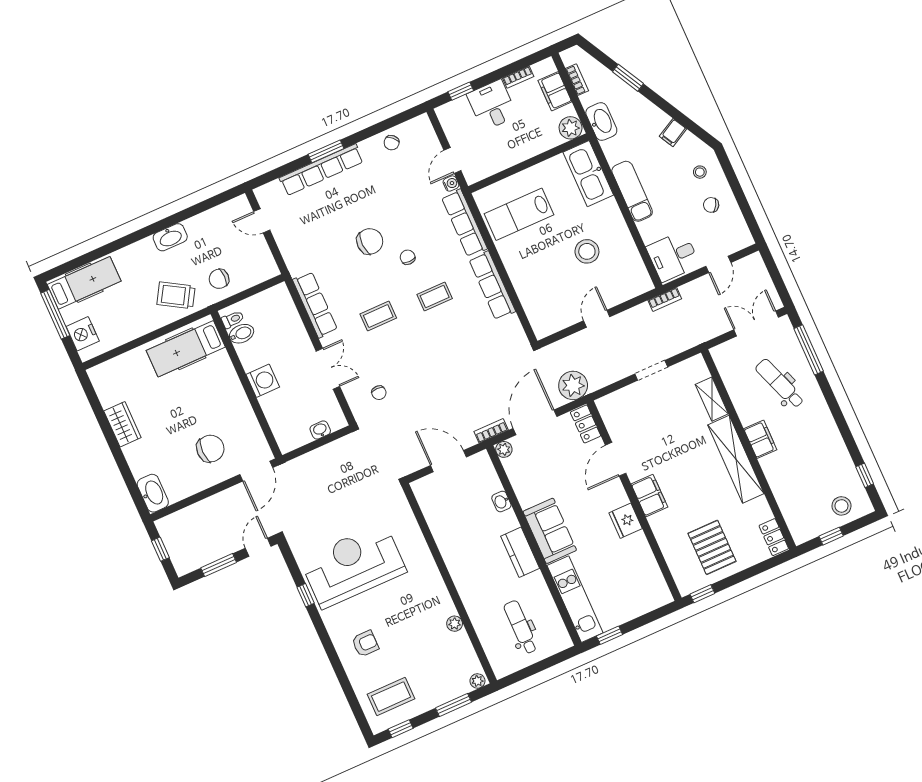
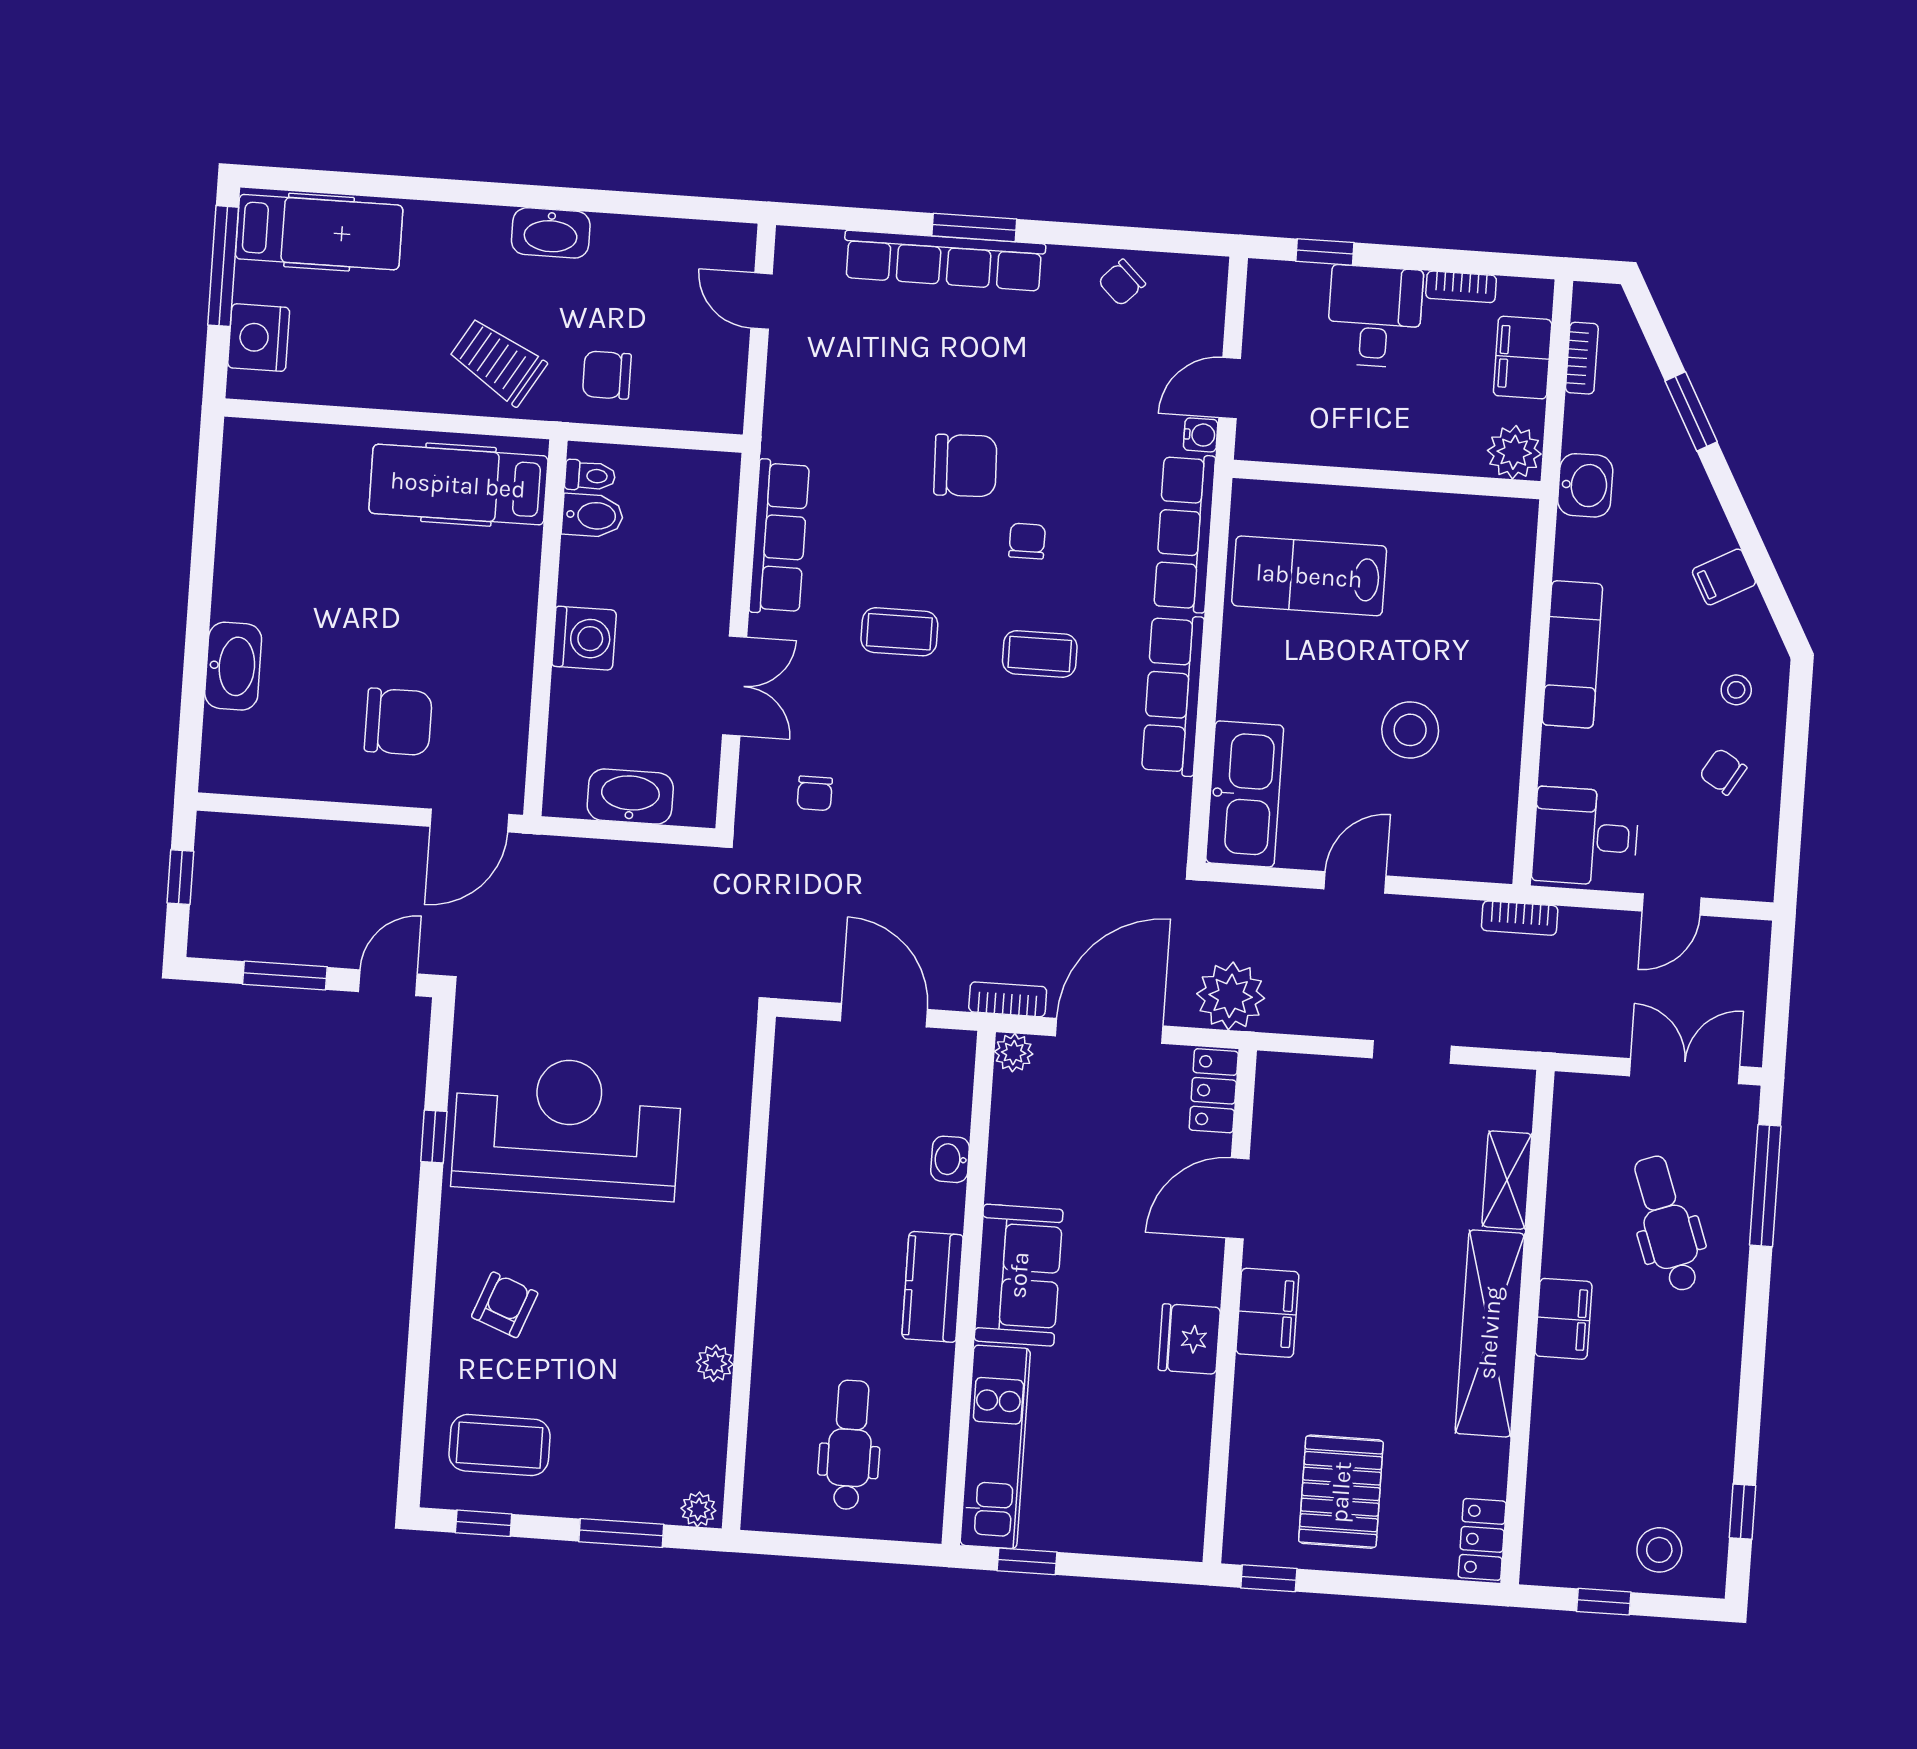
washbasin: (601, 122) -> (1585, 485), width x0.72
kitchen sink: (588, 174) -> (1245, 794), moved, turned 180
wardrobe: (122, 424) -> (241, 572), removed
washbasin: (320, 430) -> (630, 797), width x1.91, depth x1.45
washbasin: (153, 493) -> (233, 666), moved
armchair: (365, 644) -> (505, 1305), turned -69

